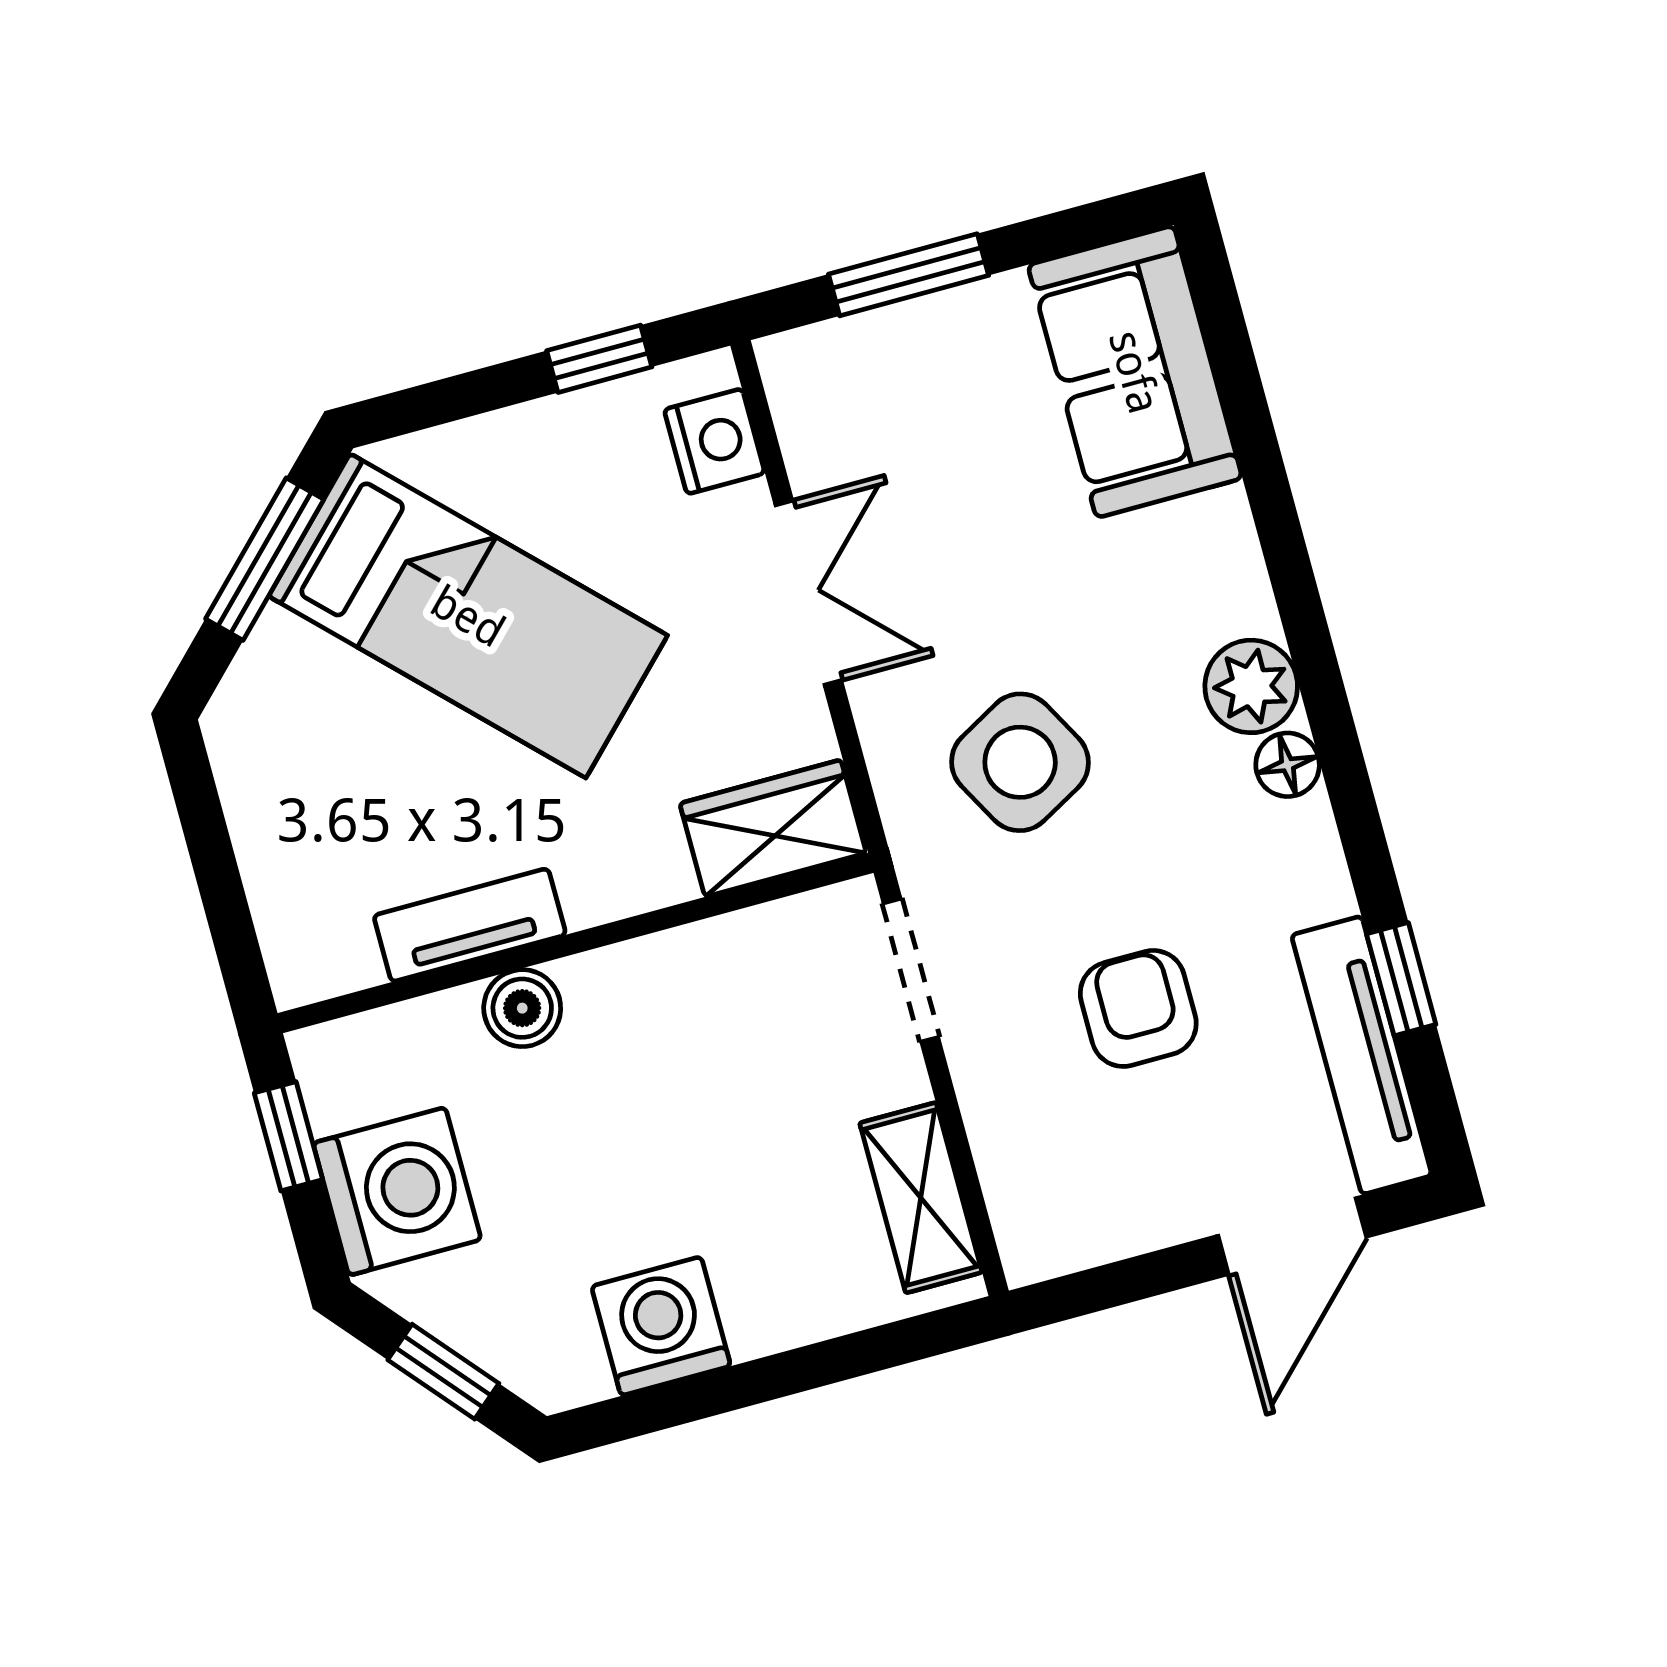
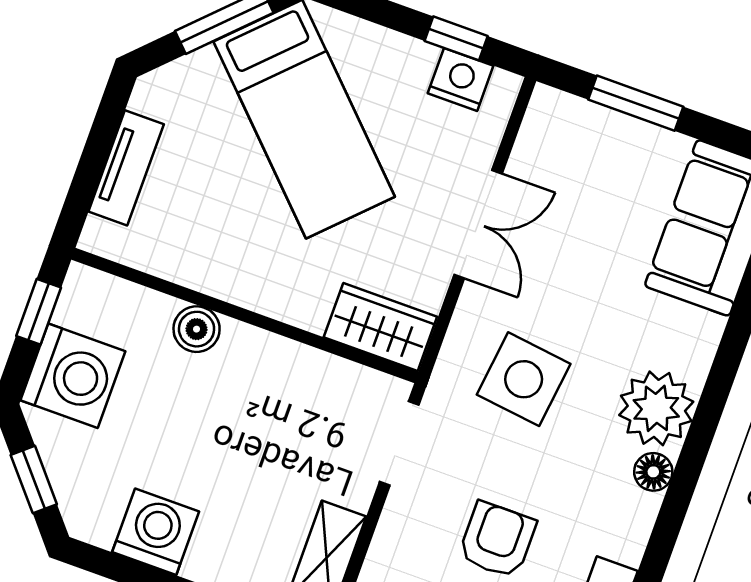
nightstand: (714, 441) -> (461, 80), moved, turned -90
plant: (1251, 686) -> (656, 408), width x1.36, depth x1.36
side table: (1020, 762) -> (524, 379), turned 36
tv unit: (470, 925) -> (126, 168), moved, turned 90

